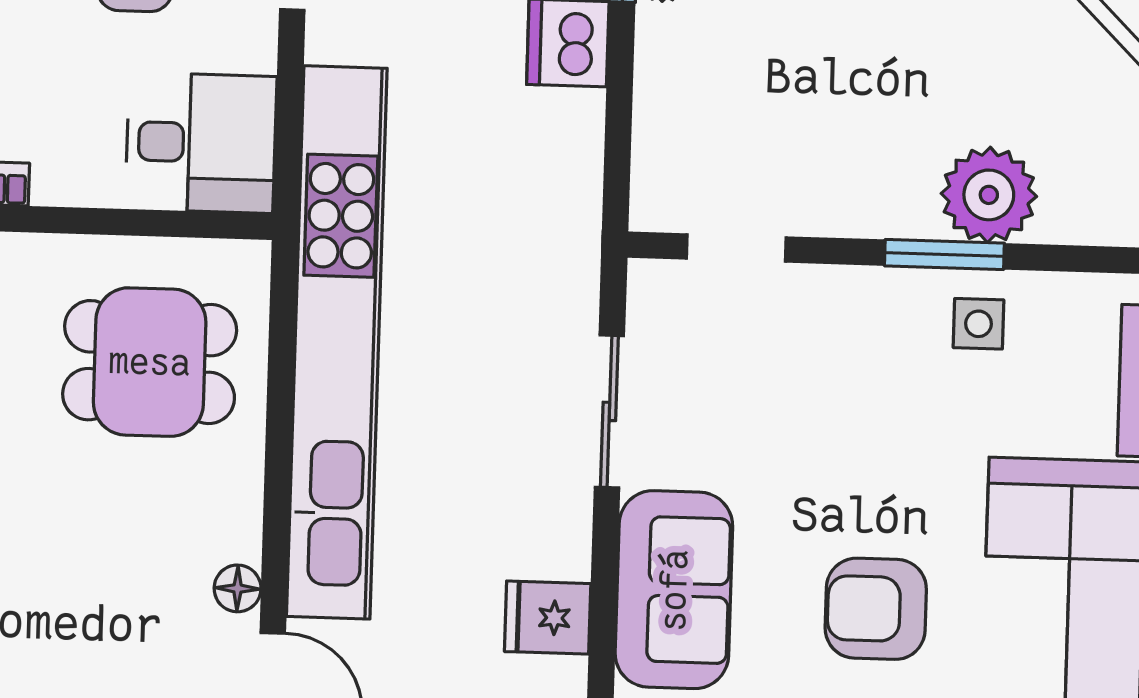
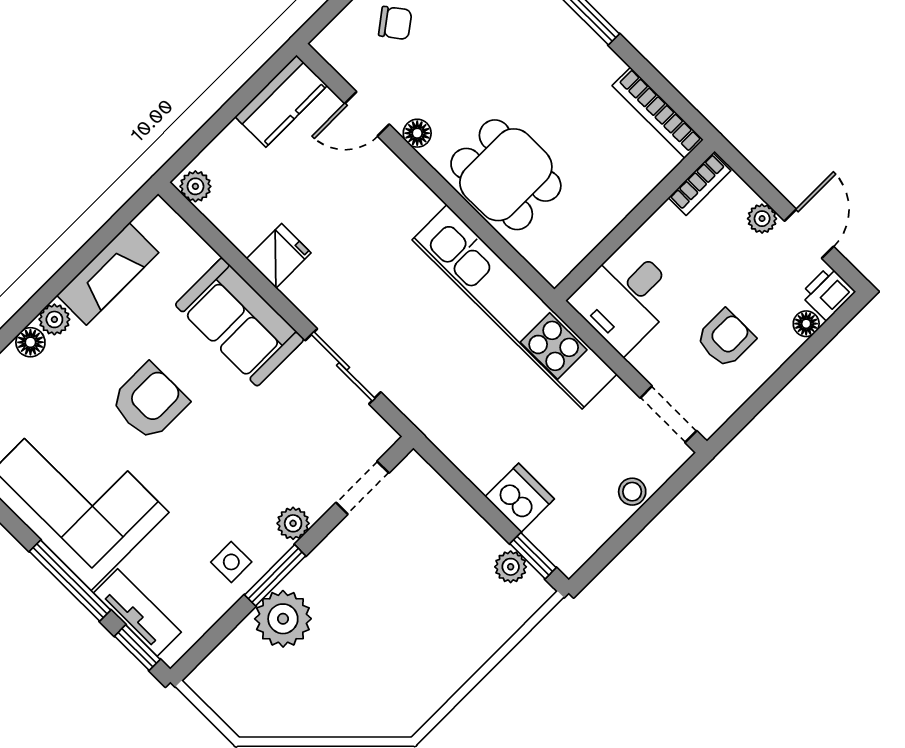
plant: (860, 292) -> (293, 523), added
kitchen unit: (337, 342) -> (515, 307), width x0.73
dining table: (150, 362) -> (506, 175), moved, turned 90

